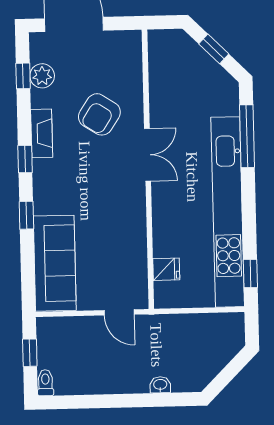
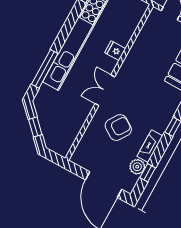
fireplace: (42, 133) -> (150, 146), moved
fridge: (166, 269) -> (115, 51), moved

